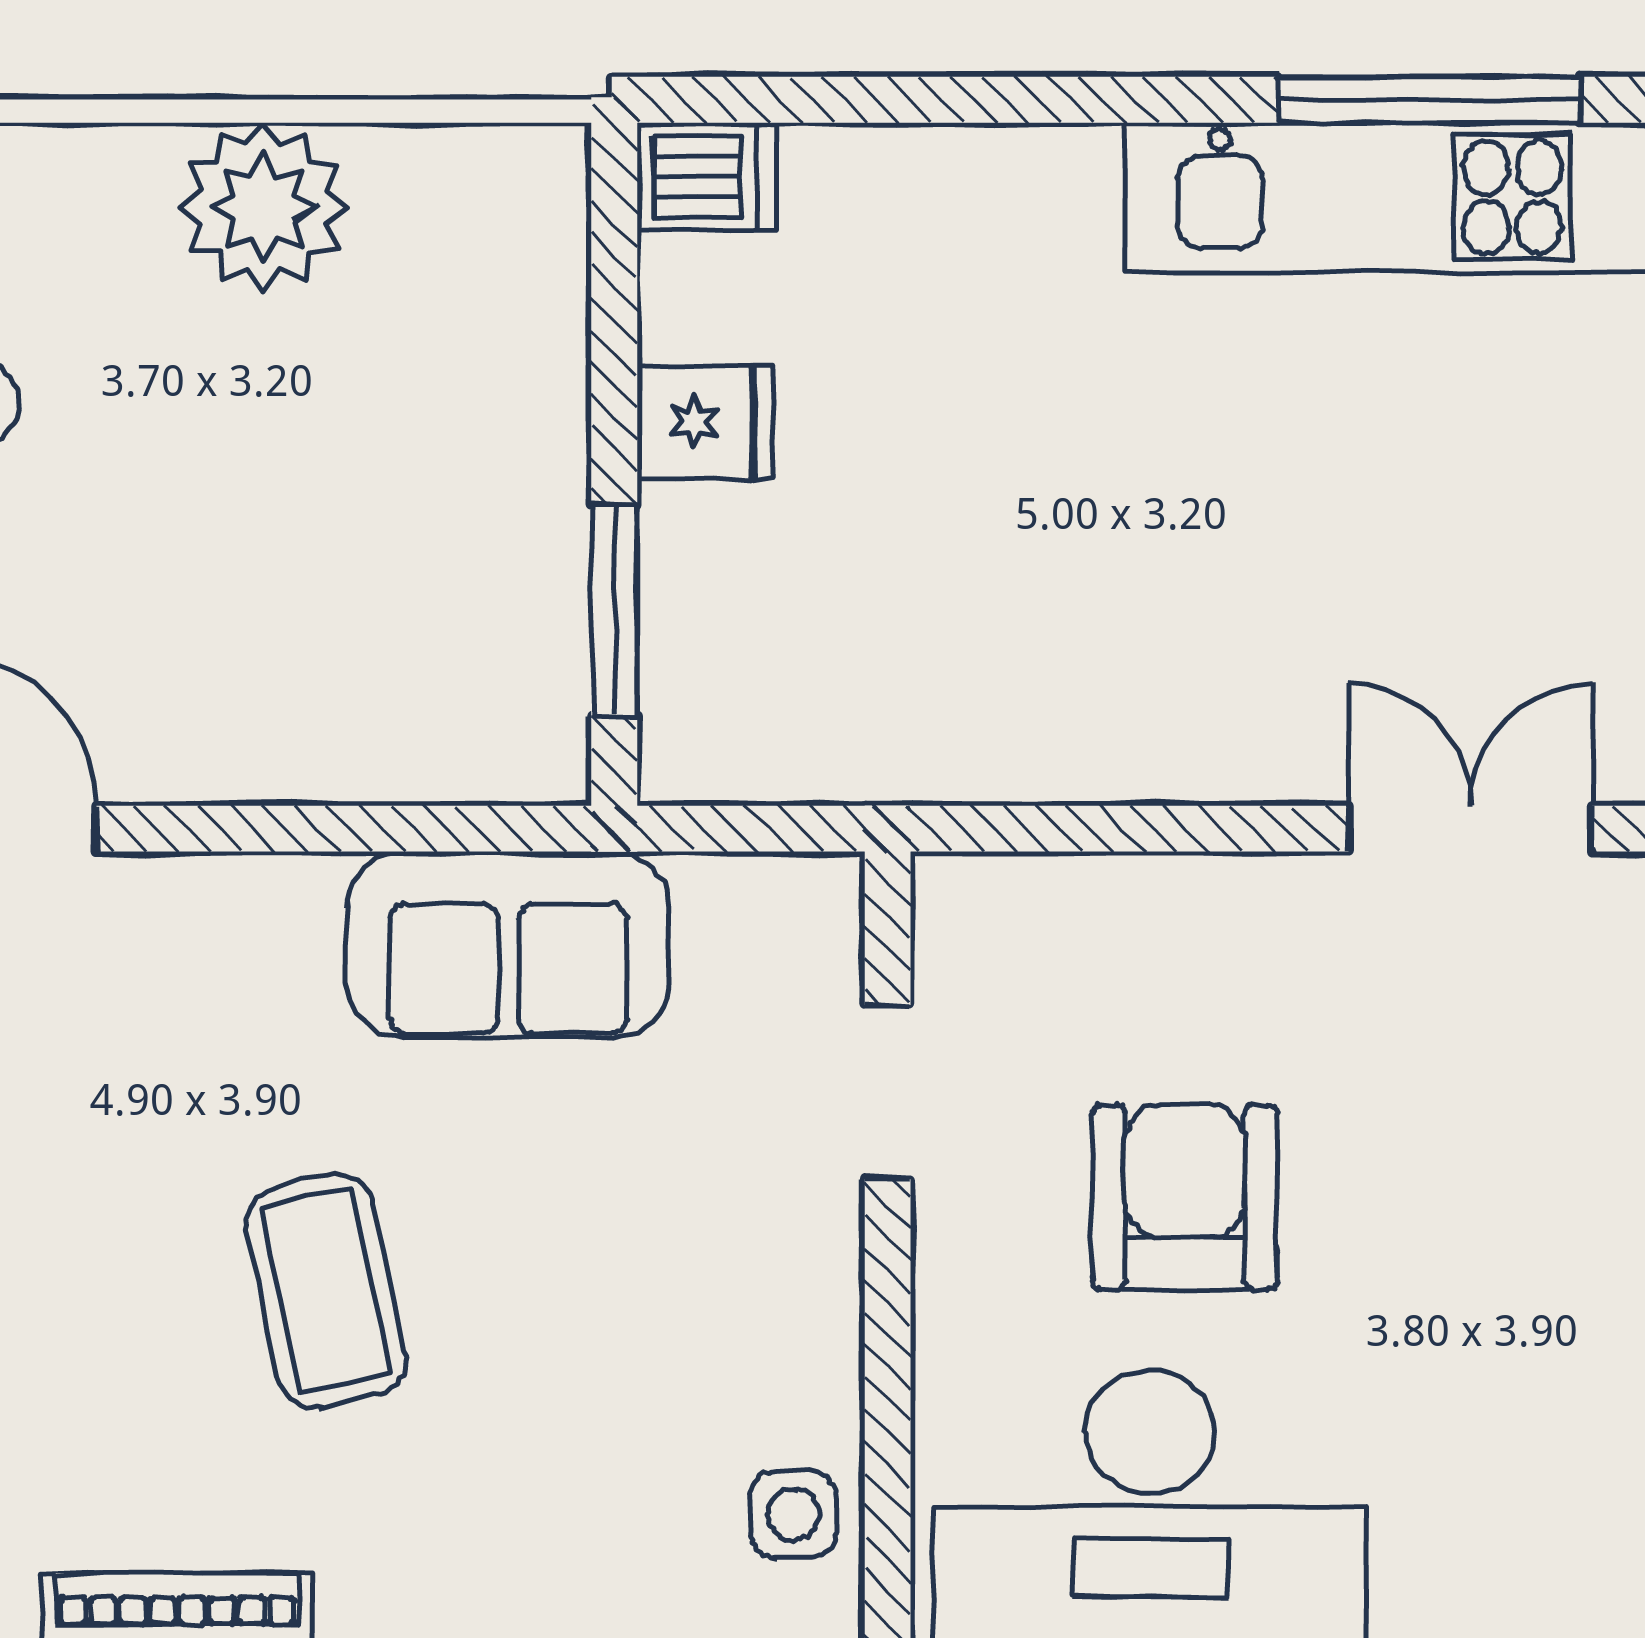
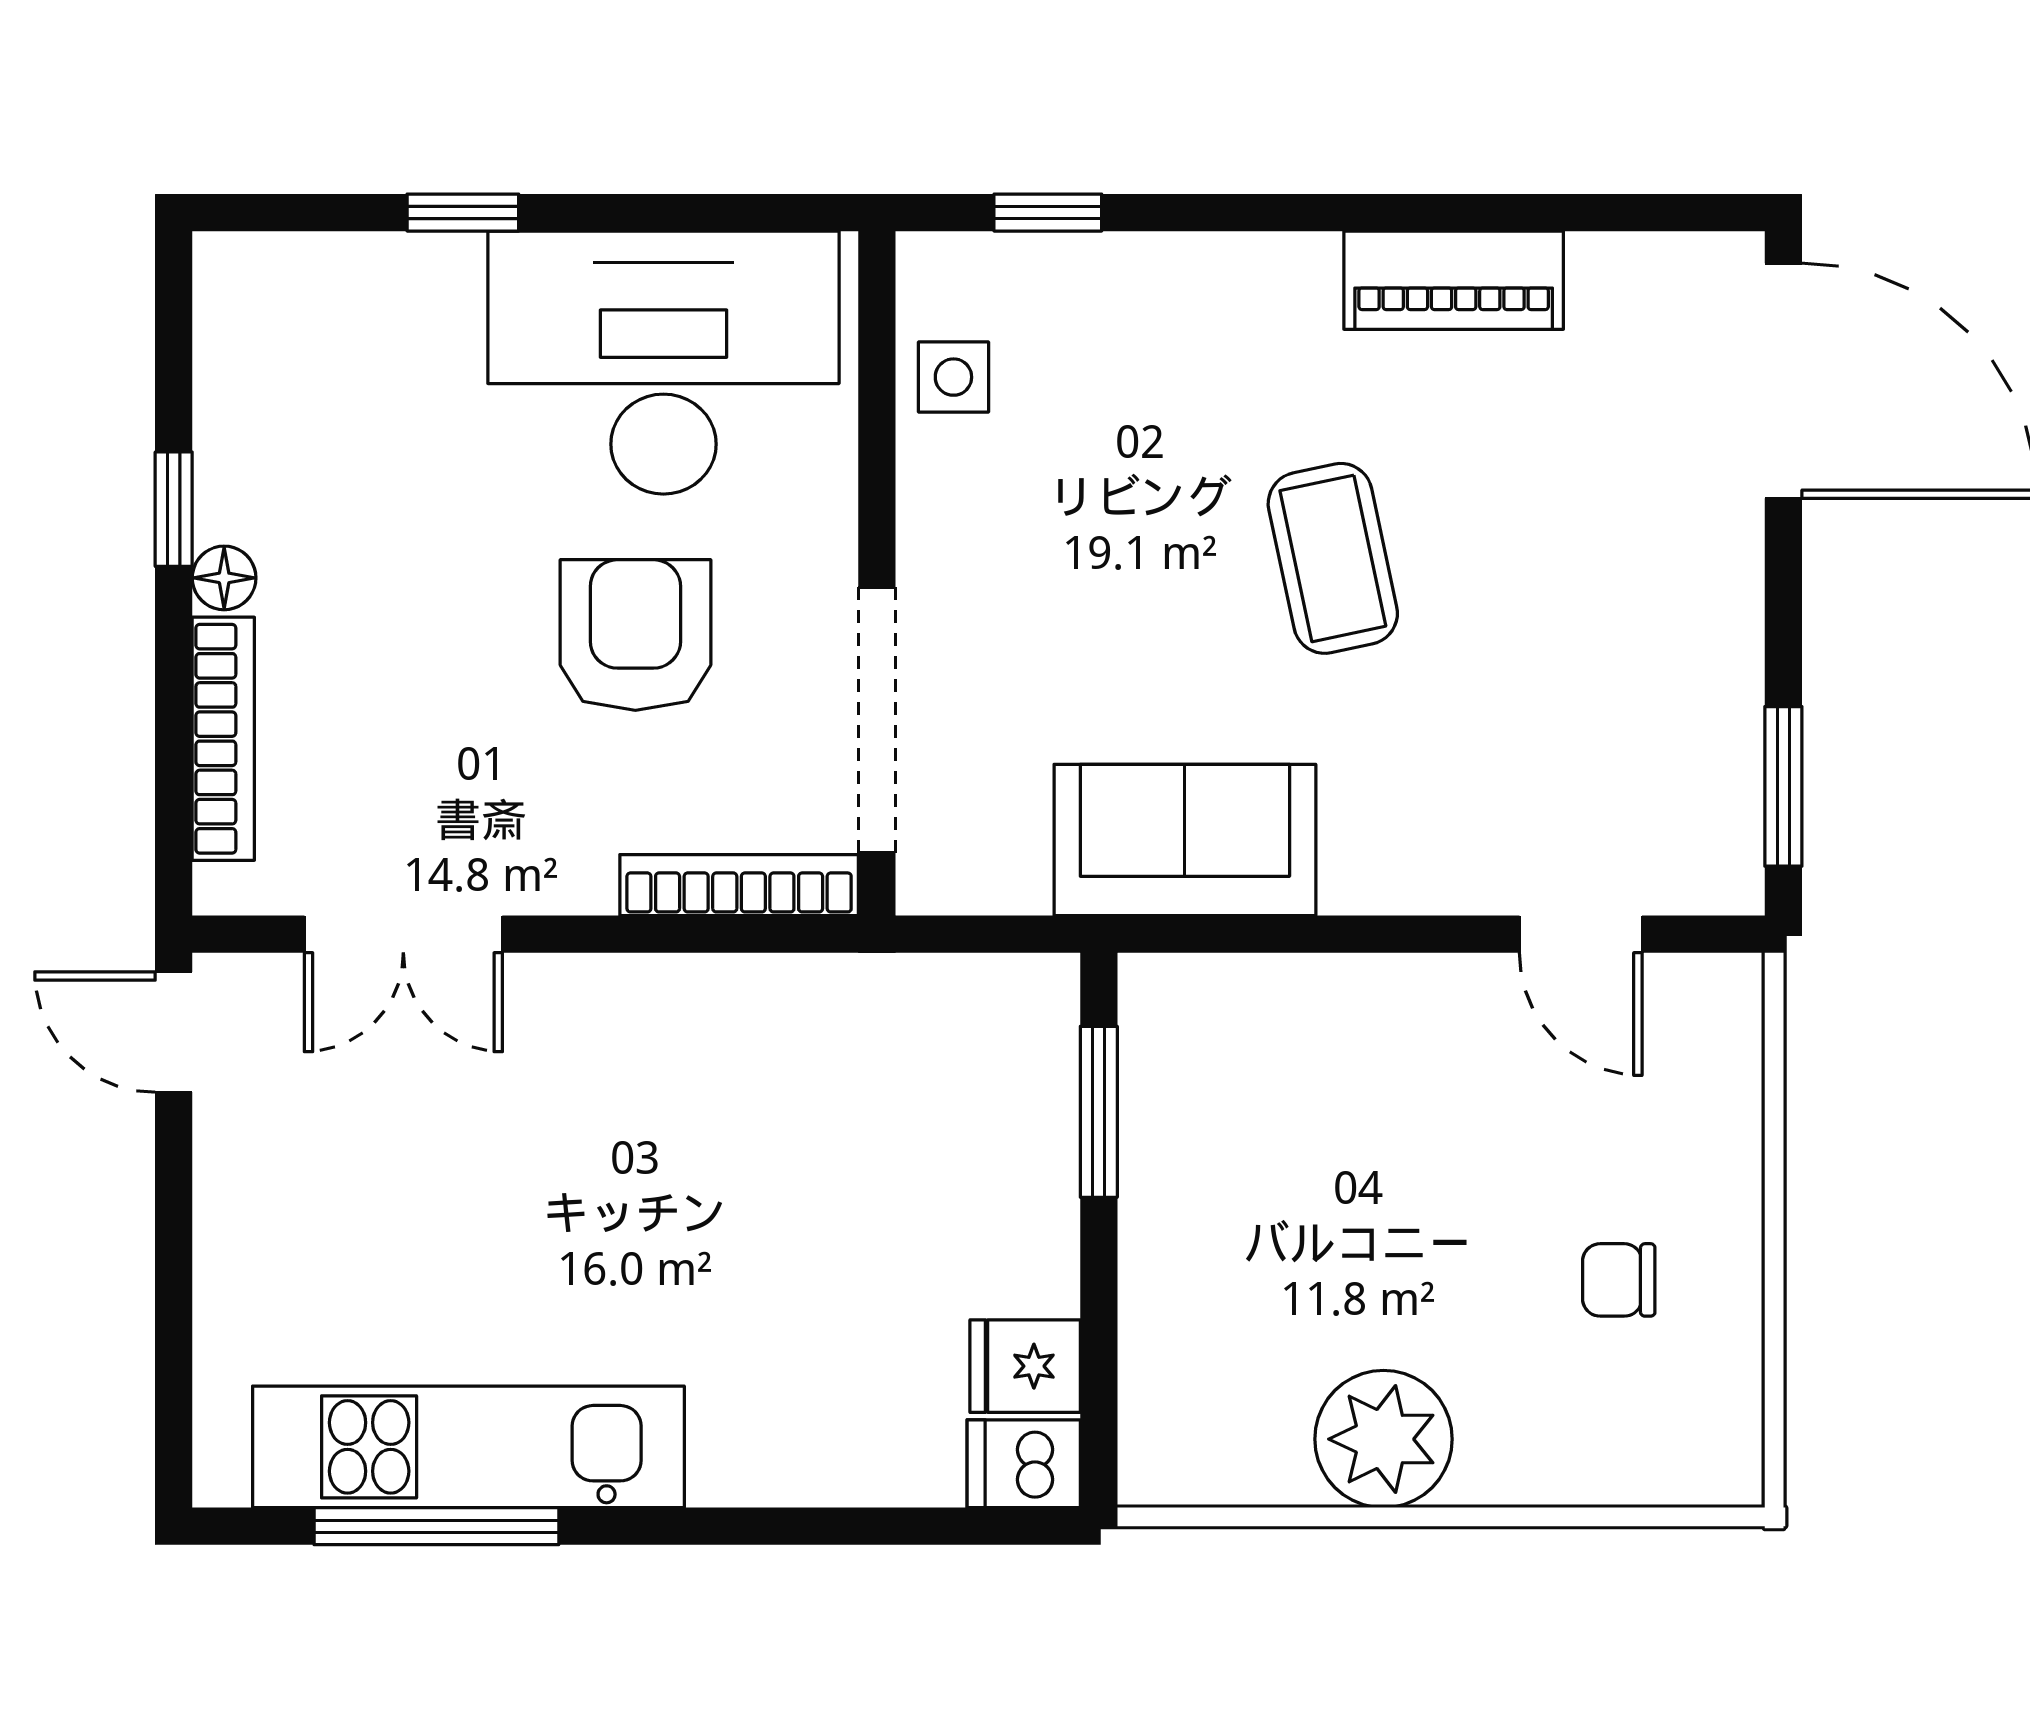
fridge: (705, 422) -> (1025, 1366), moved
bookcase: (1057, 889) -> (739, 885), added
doorway: (888, 1092) -> (877, 720), width x1.87
armchair: (1185, 1197) -> (635, 635), turned 180

